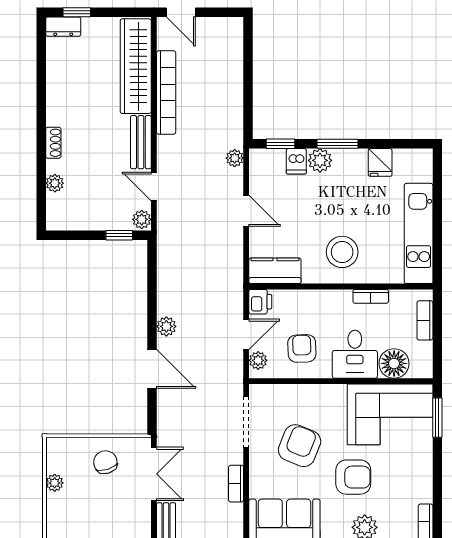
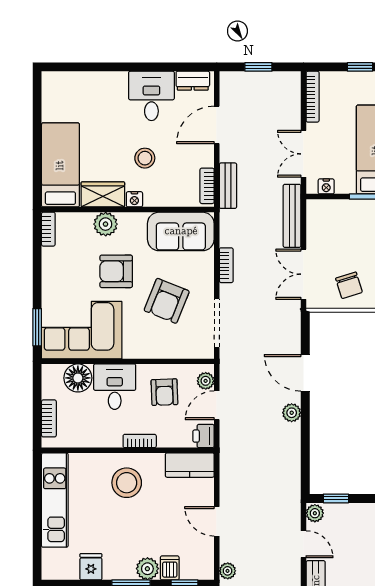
bookcase: (371, 296) -> (140, 441), moved

